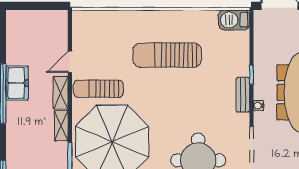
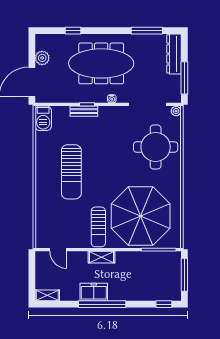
door: (70, 62) -> (58, 250), moved
bench: (243, 95) -> (84, 111), moved
shelving: (61, 126) -> (47, 295), moved

